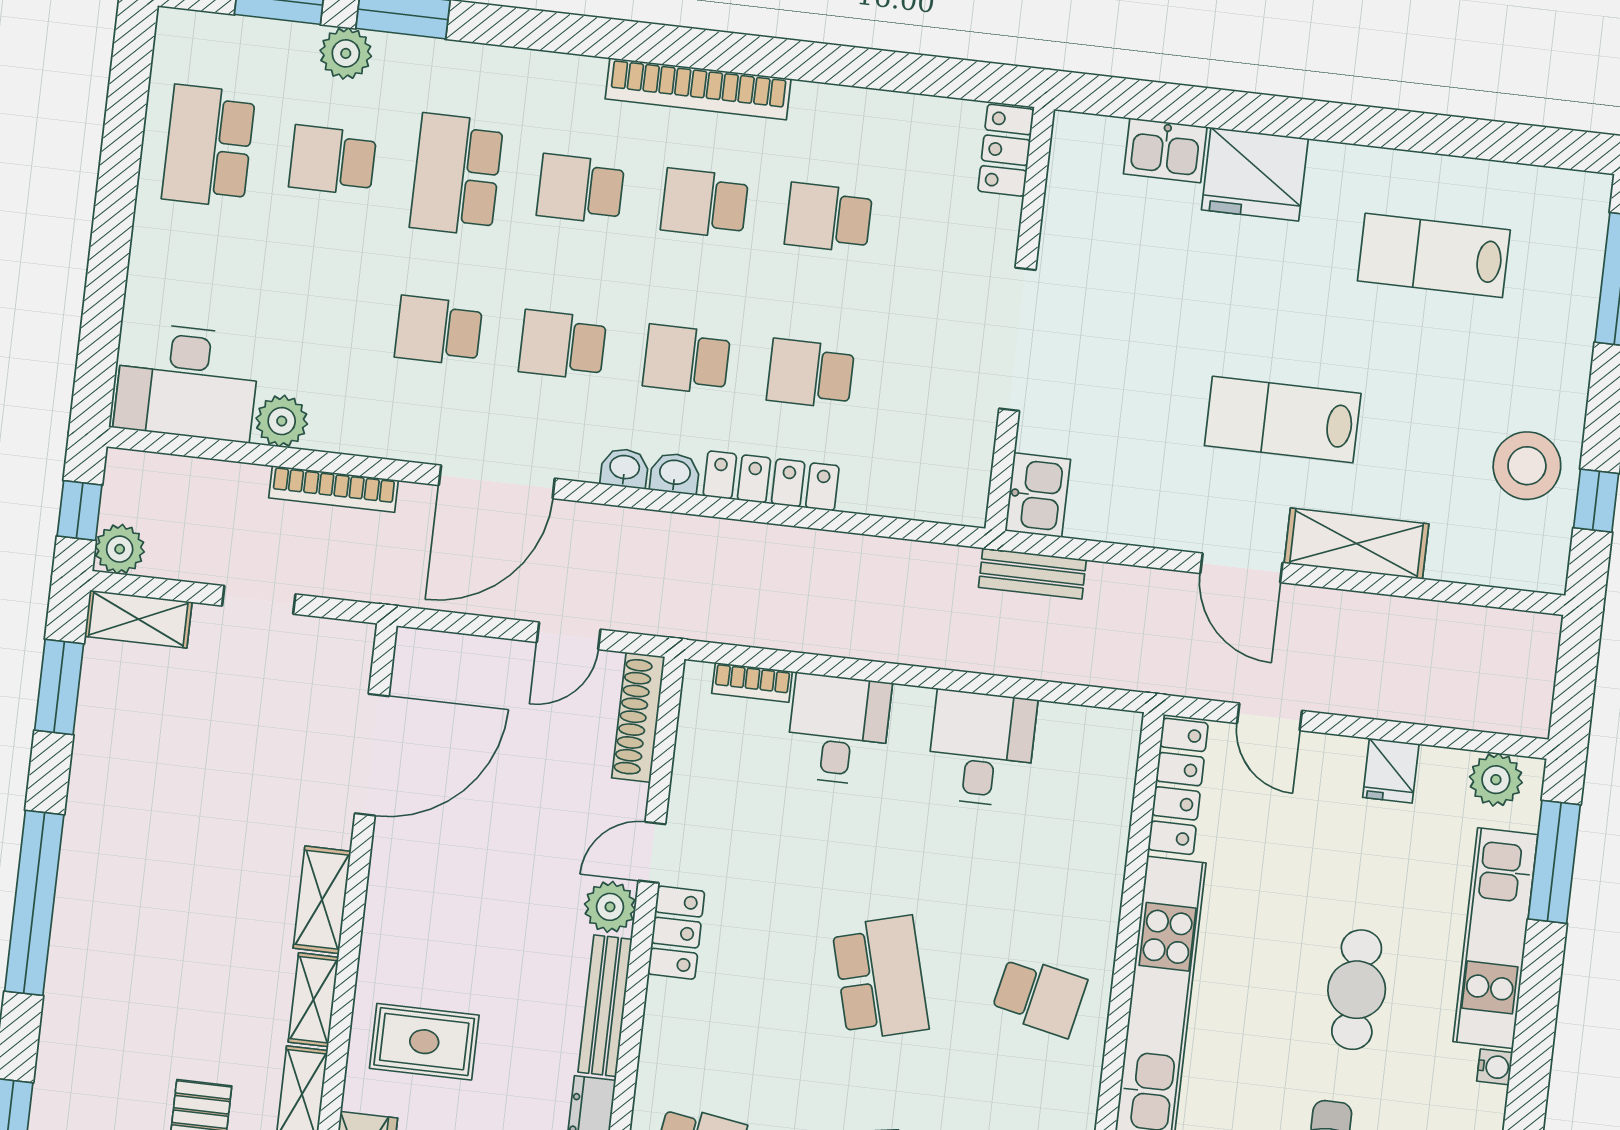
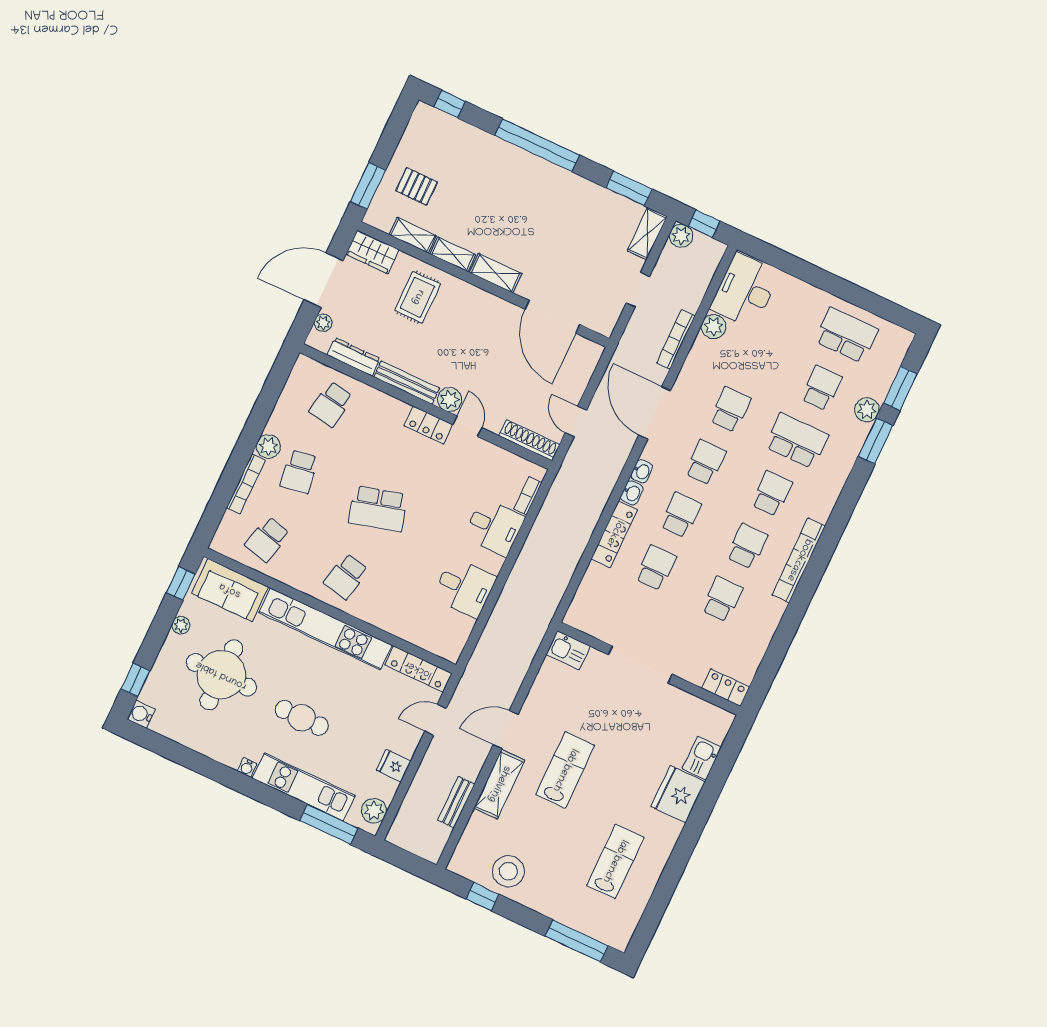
bench: (1032, 574) -> (456, 802), moved

